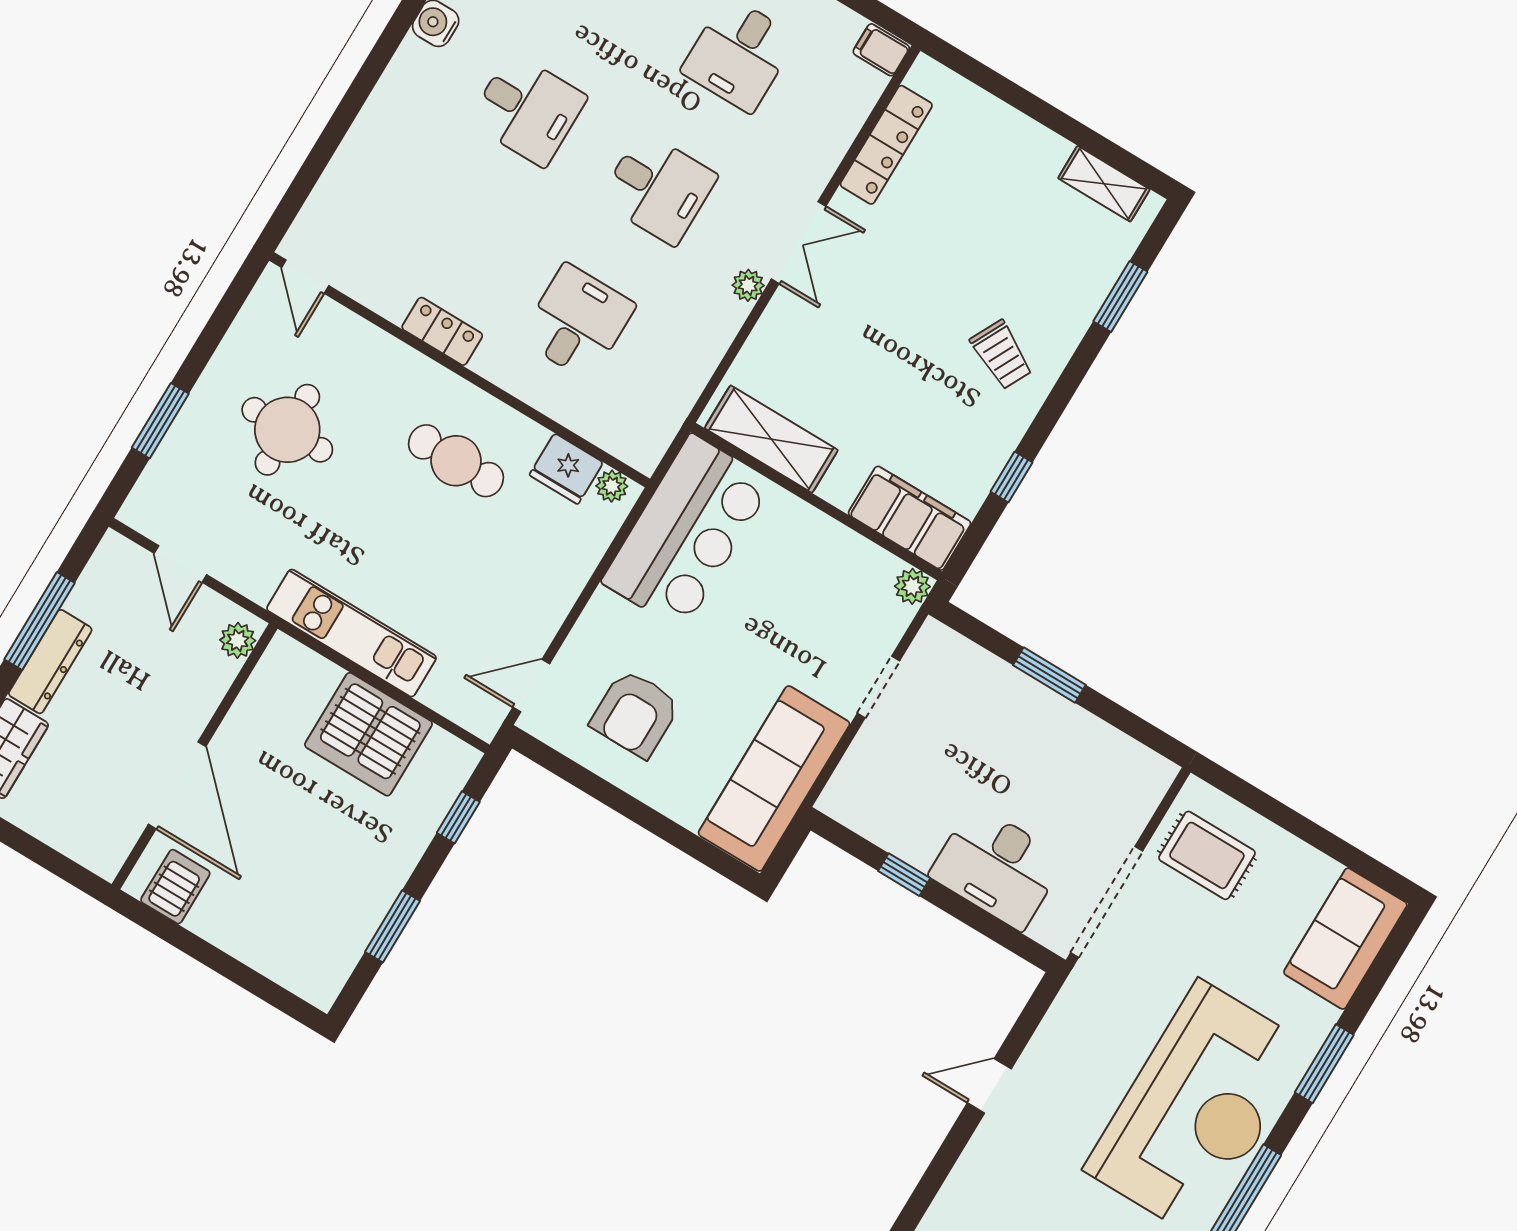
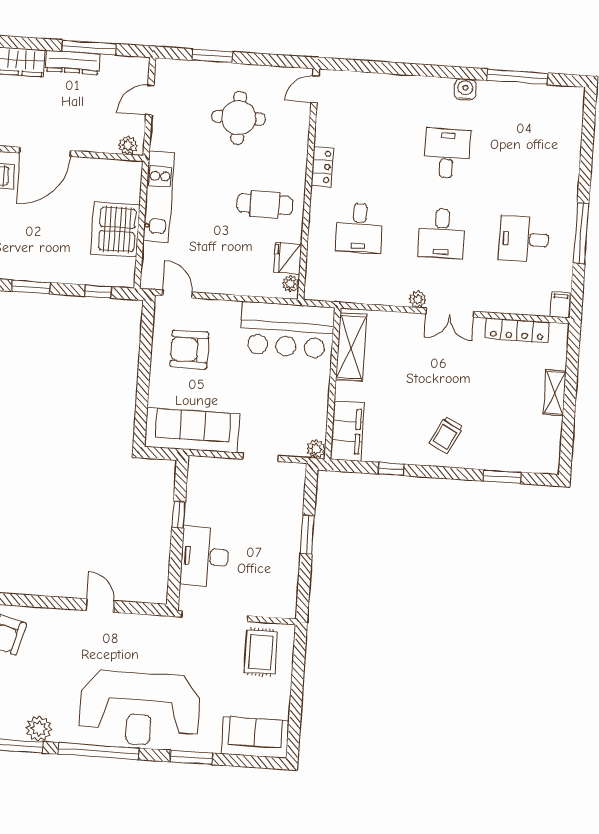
desk: (528, 109) -> (447, 153), turned 180
shelving: (1104, 184) -> (555, 393), moved
desk: (577, 322) -> (359, 228), turned 90
cafe table: (456, 461) -> (265, 204), turned 90

